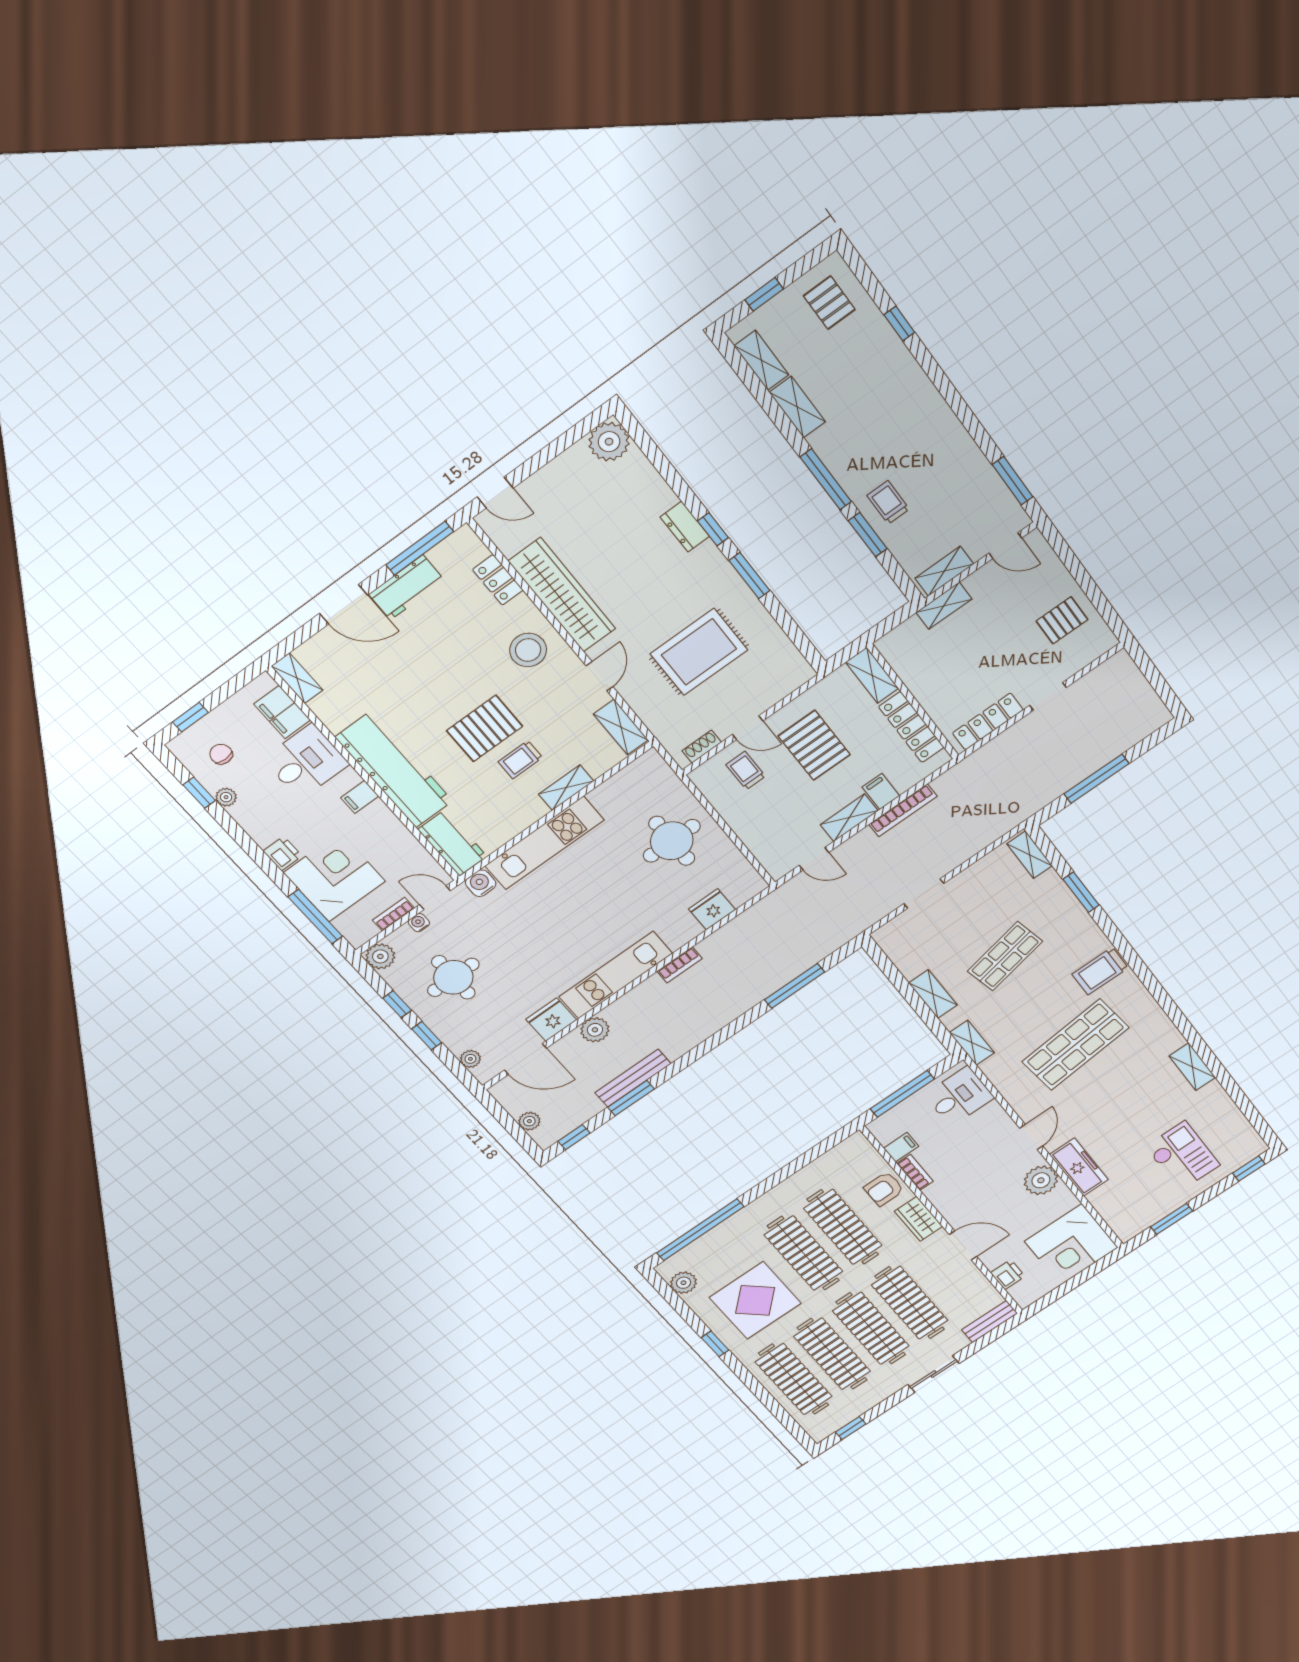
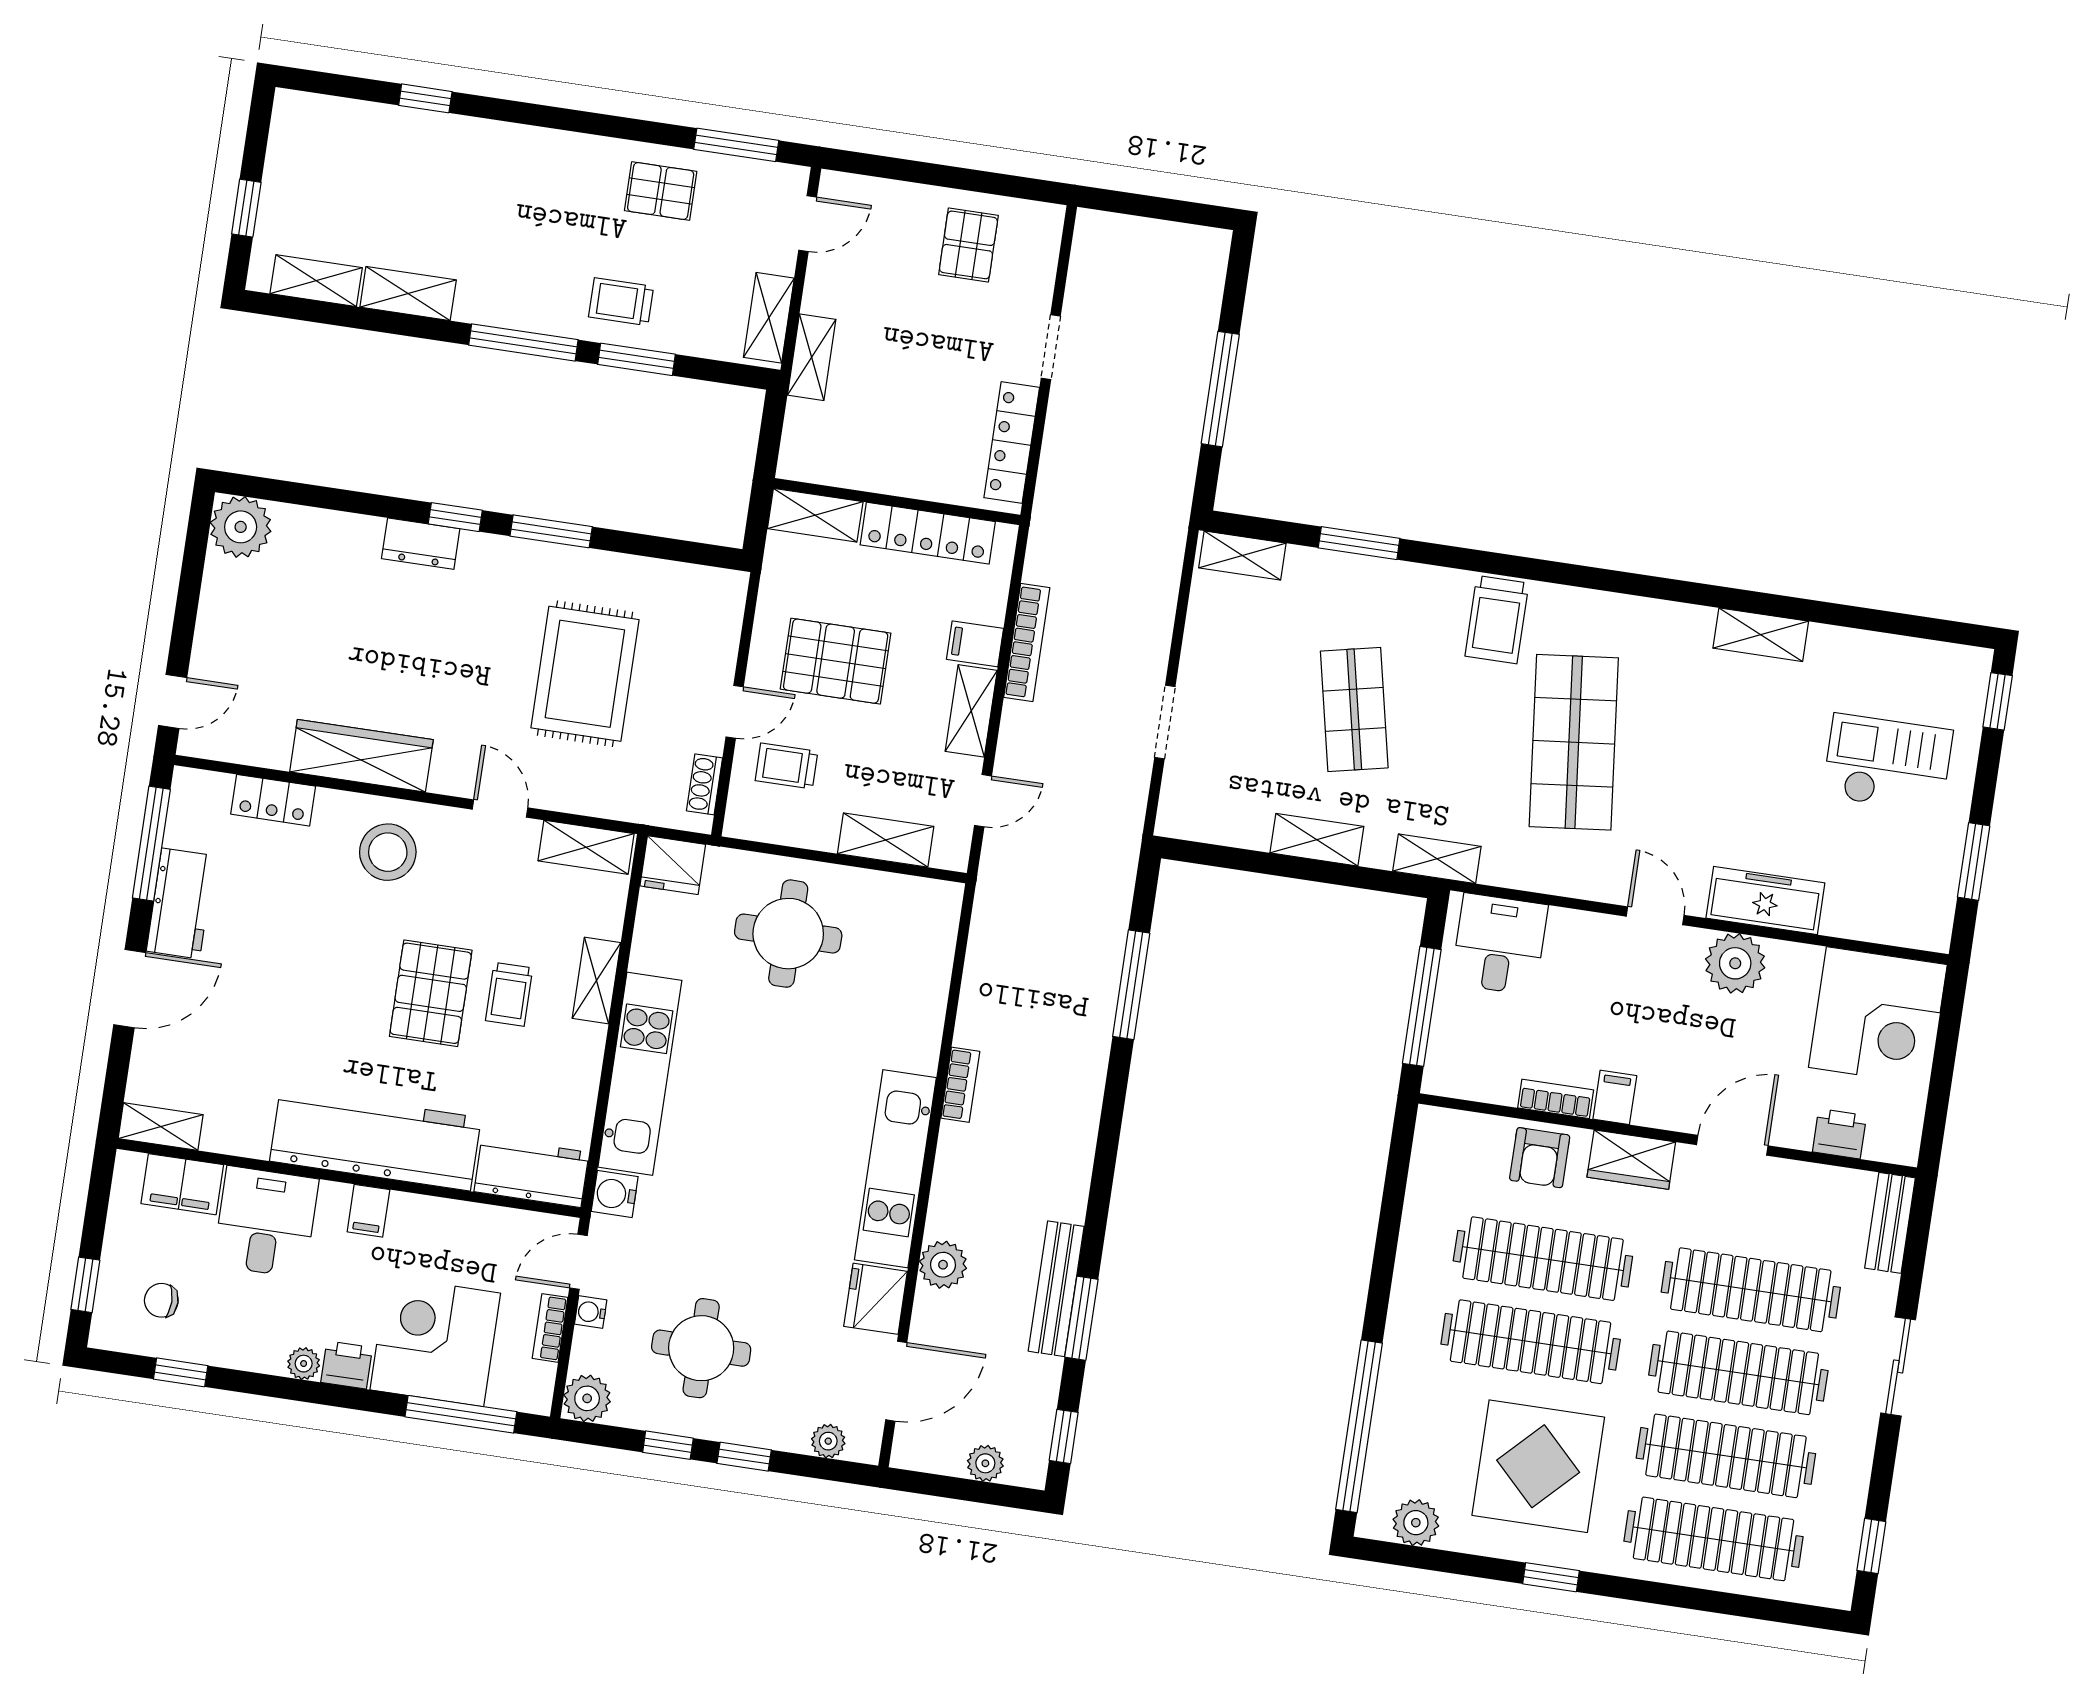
pallet: (829, 303) -> (661, 191), moved
wardrobe: (562, 595) -> (361, 756), width x0.71, depth x0.85
plant: (226, 797) -> (304, 1364), moved
shelving: (755, 839) -> (886, 840), added
fridge: (712, 909) -> (673, 865), moved, turned -90
filing cabinet: (901, 1147) -> (1615, 1097), moved

